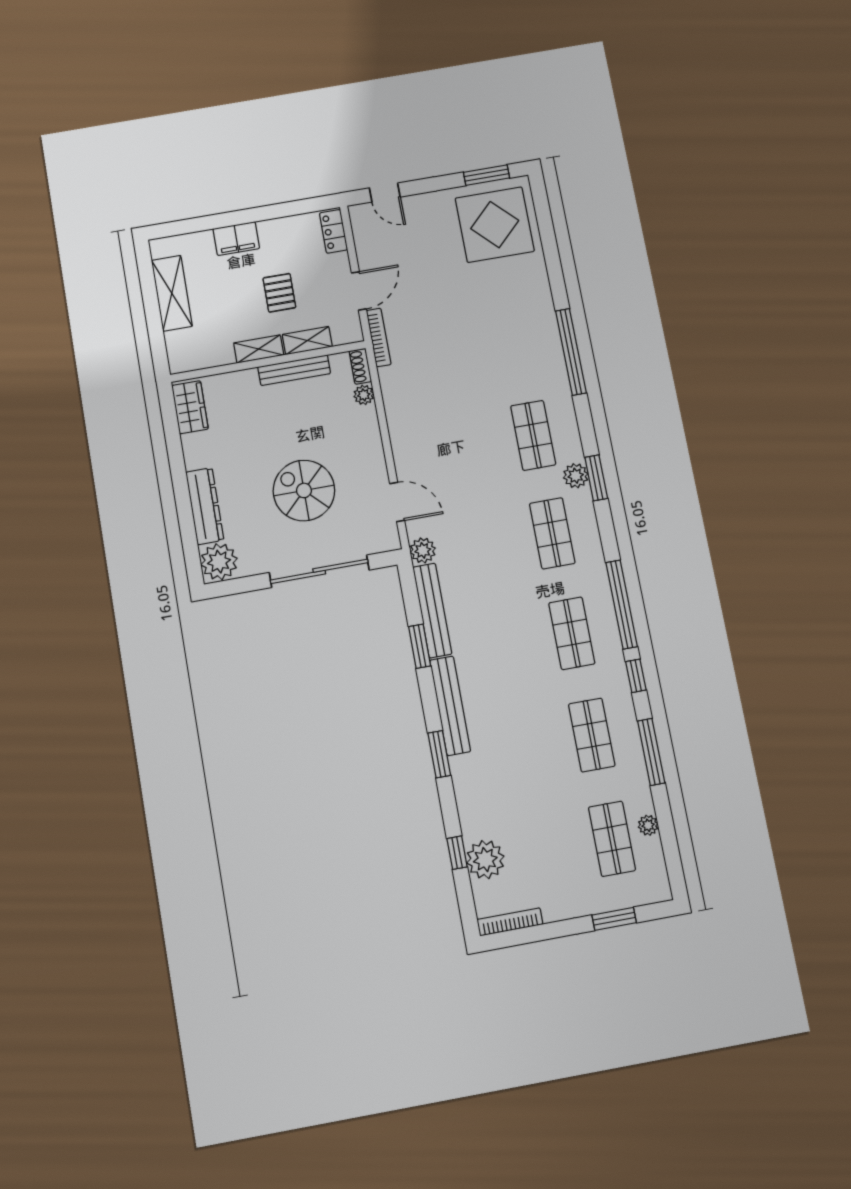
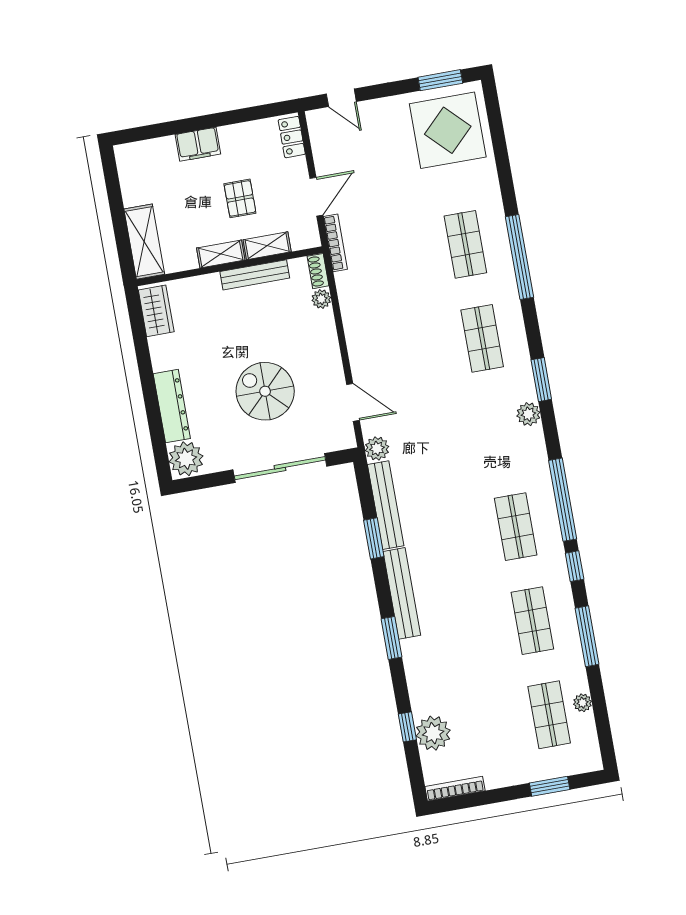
shelving: (172, 293) -> (144, 242), moved
plant: (576, 476) -> (528, 414), moved
shop shelf: (552, 533) -> (465, 244), moved

